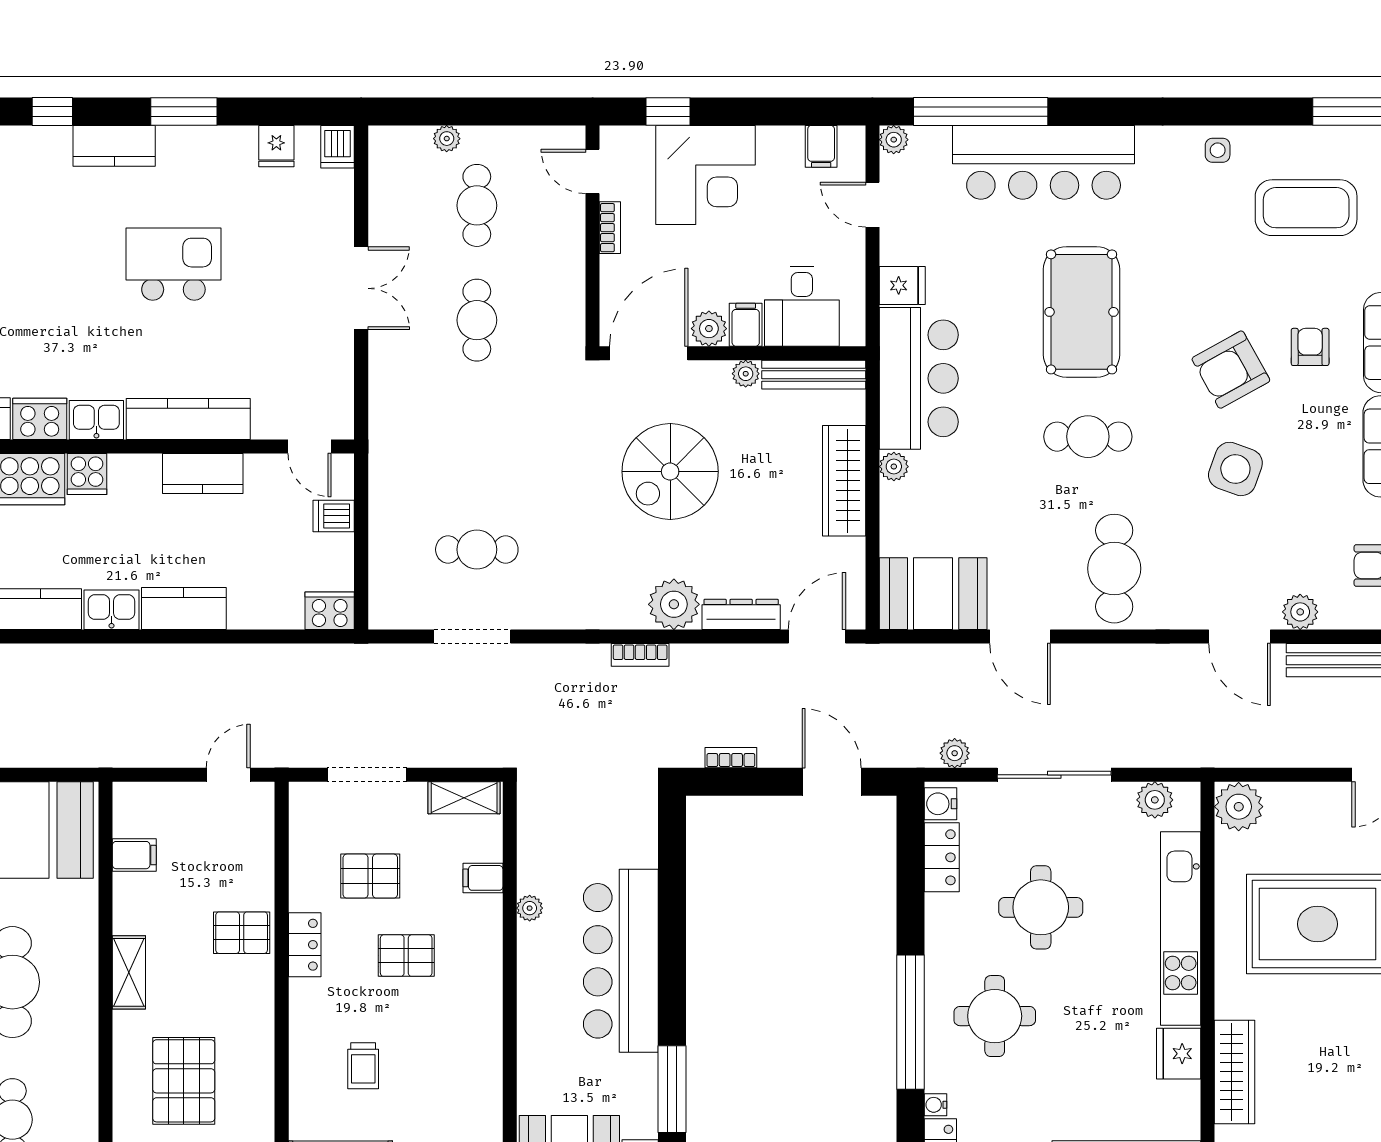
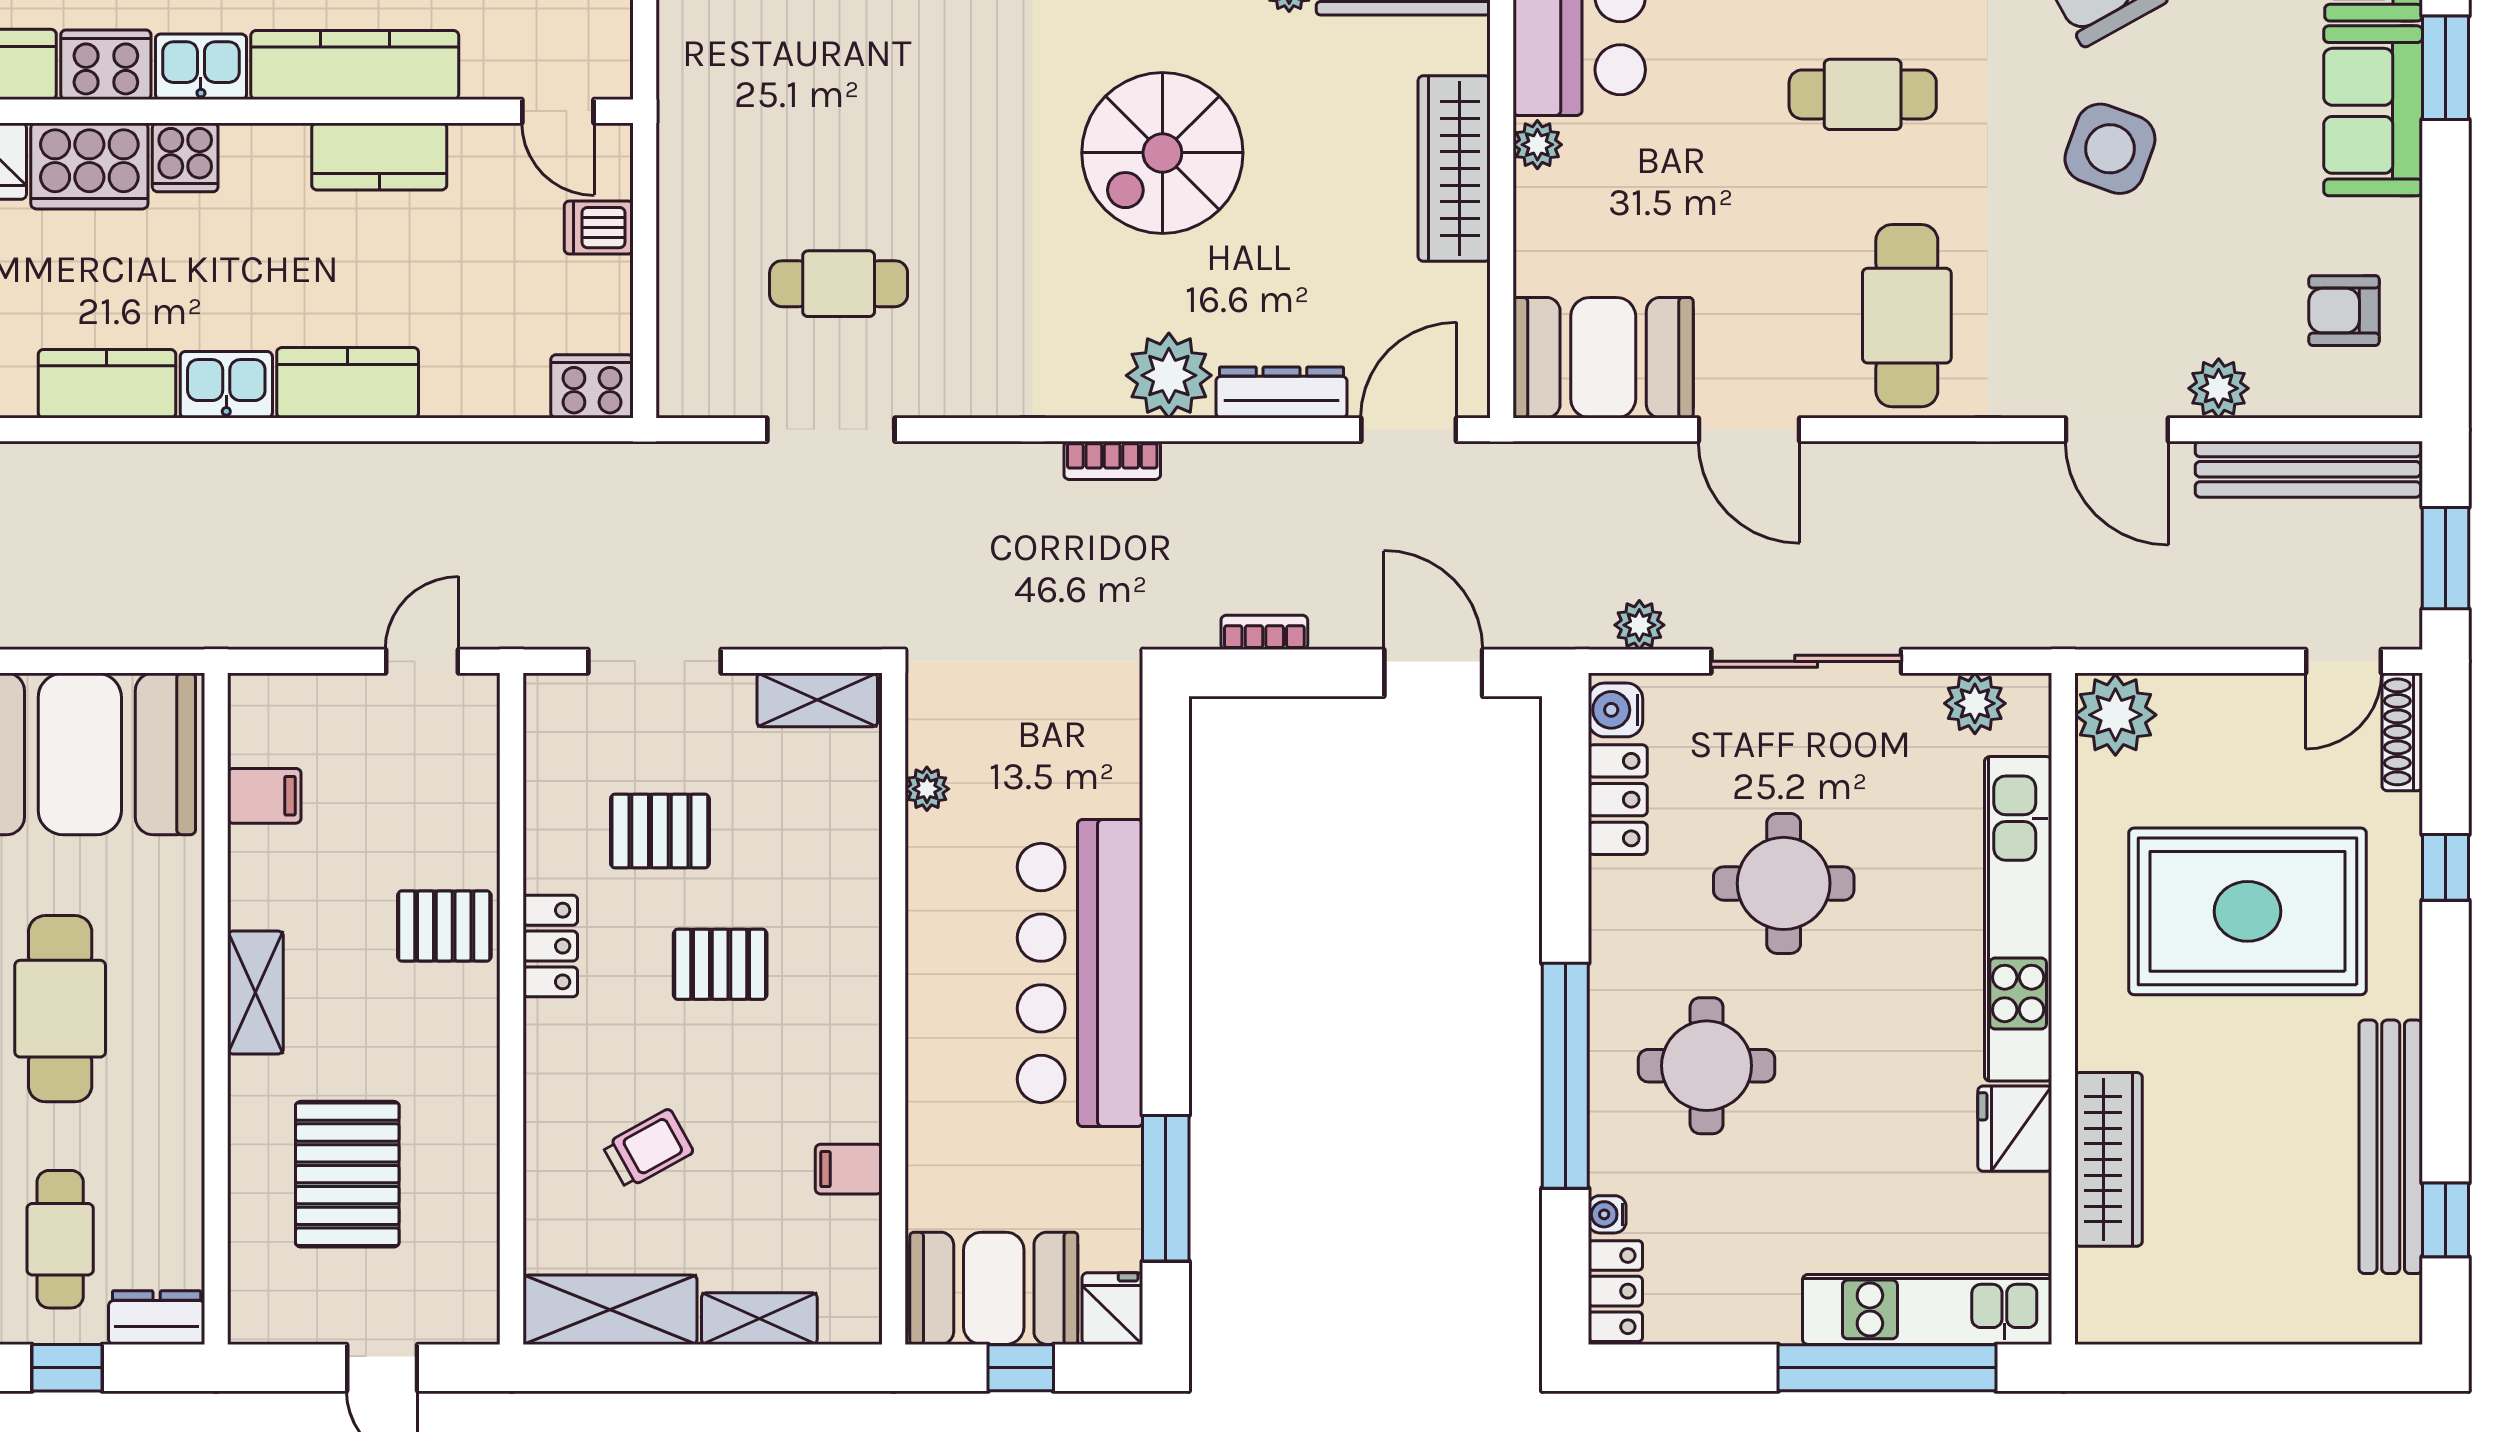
filing cabinet: (483, 878) -> (849, 1169), moved
plant: (530, 908) -> (927, 789), moved
trolley: (363, 1066) -> (648, 1149), turned -119

